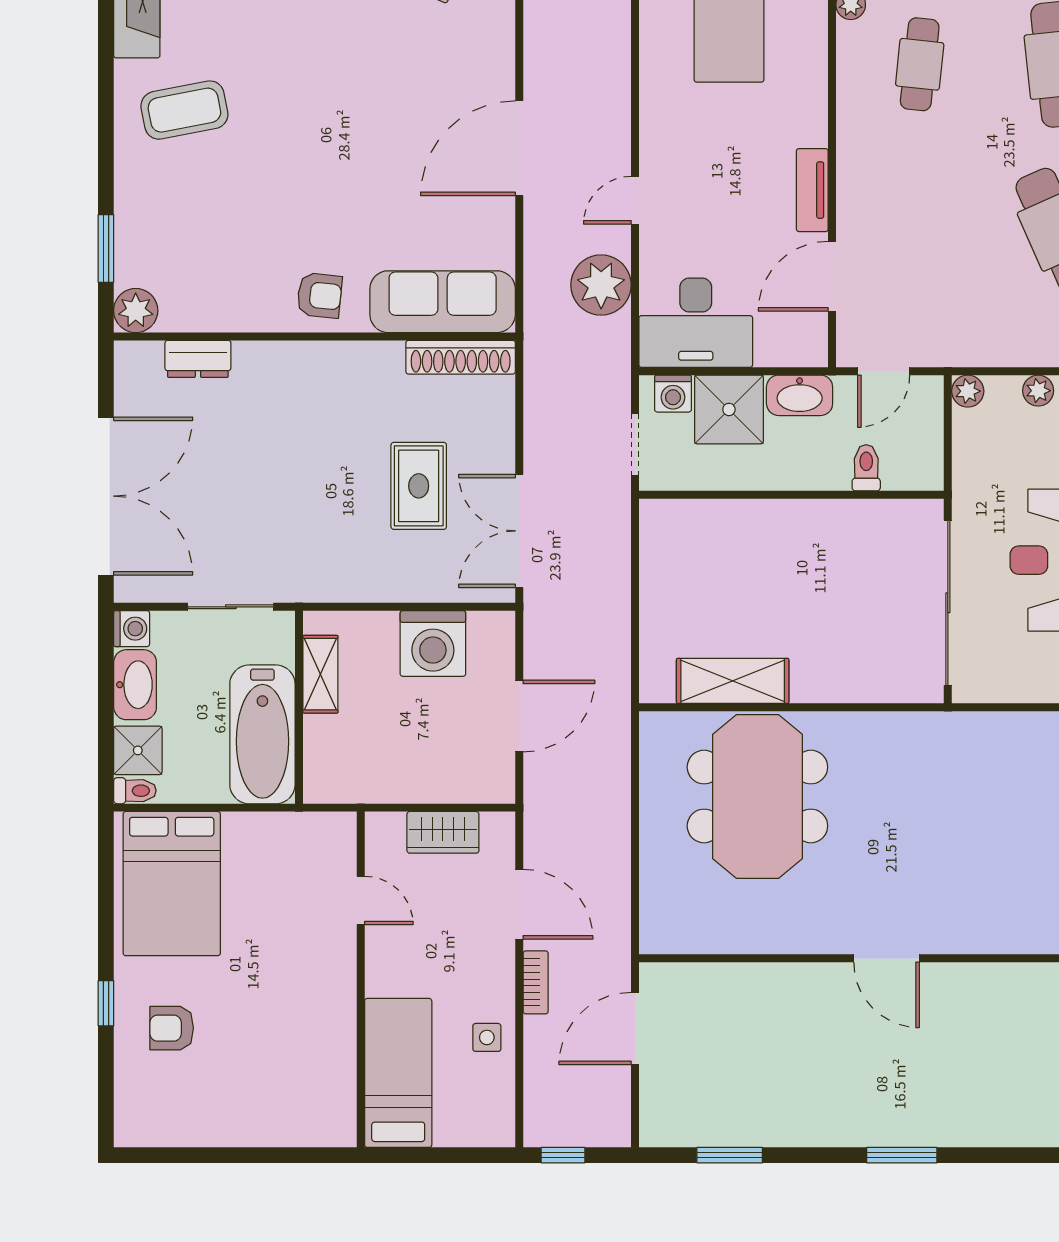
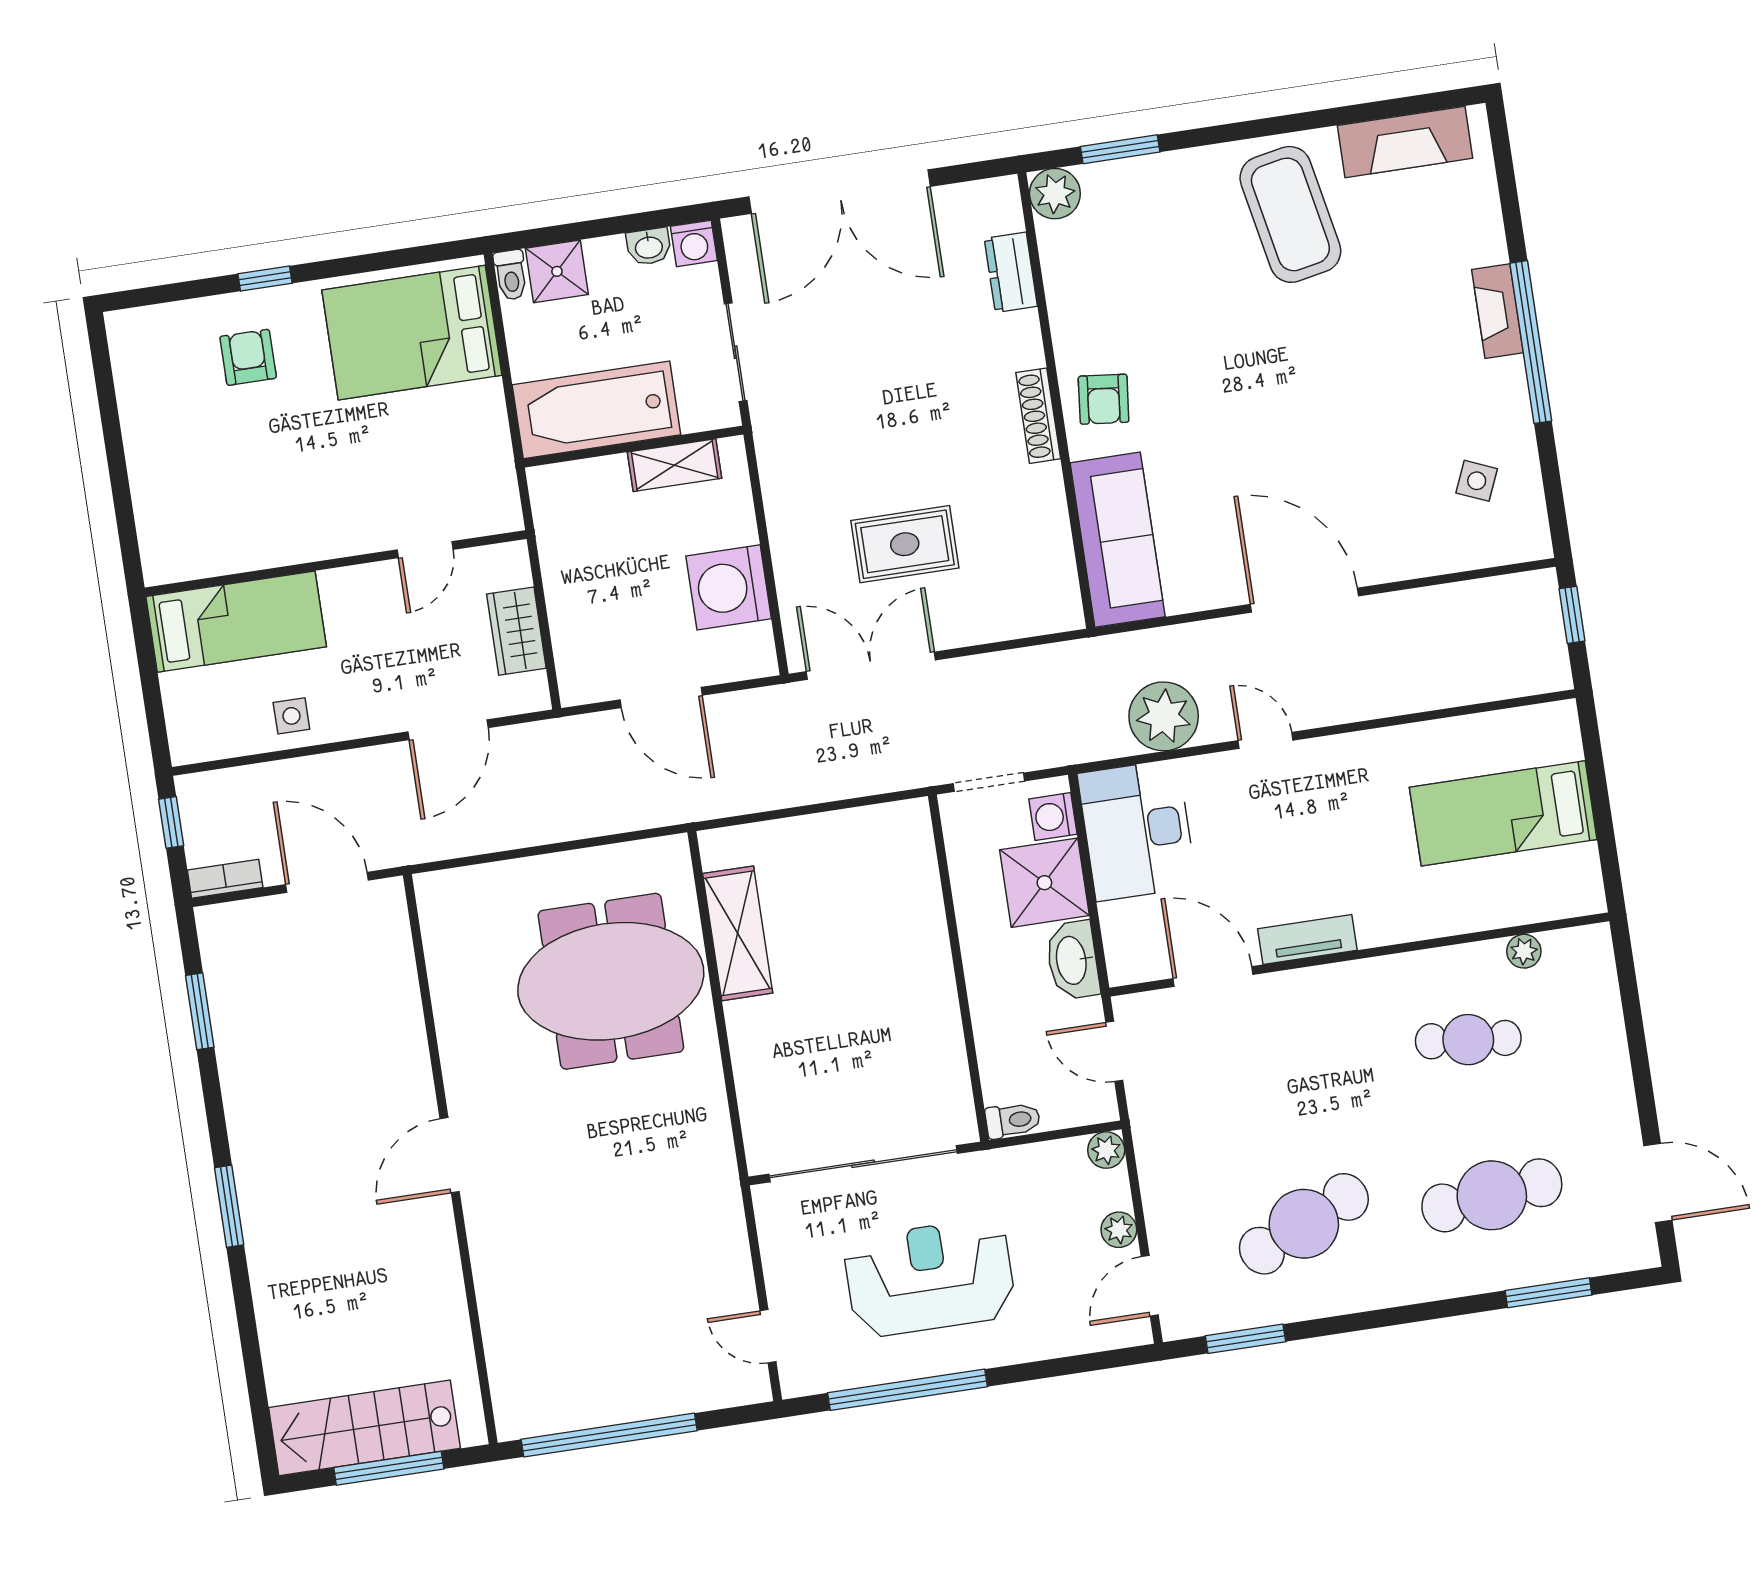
coffee table: (184, 110) -> (1290, 214), width x1.36, depth x1.32
shoe rack: (461, 357) -> (1038, 416), moved, width x0.74, depth x0.81
toilet: (866, 468) -> (1013, 1120), moved
washbasin: (135, 685) -> (649, 247), width x0.52, depth x0.69
bookcase: (536, 982) -> (225, 879), moved, turned 180

